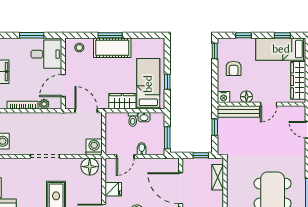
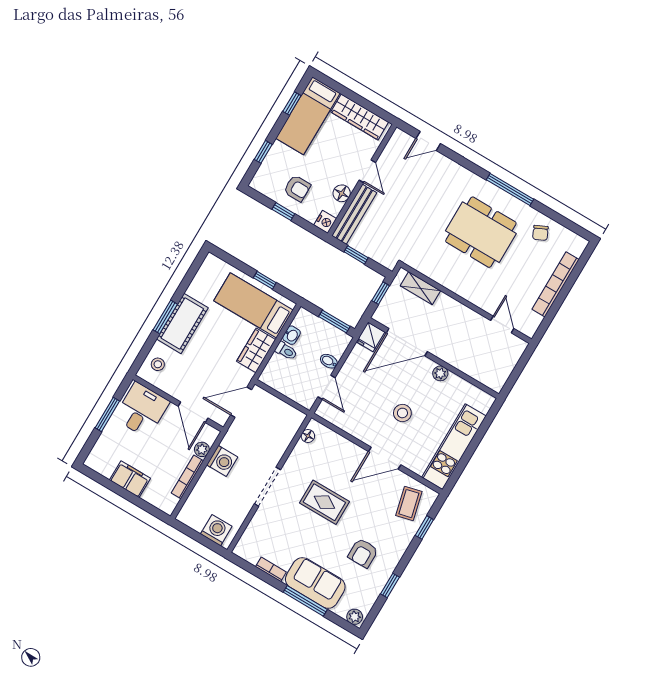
window: (215, 51) -> (283, 212), moved
washing machine: (94, 147) -> (222, 461), moved, turned 180
floor lamp: (90, 167) -> (308, 436), width x0.53, depth x0.53
fridge: (113, 189) -> (370, 337), moved, turned 180

